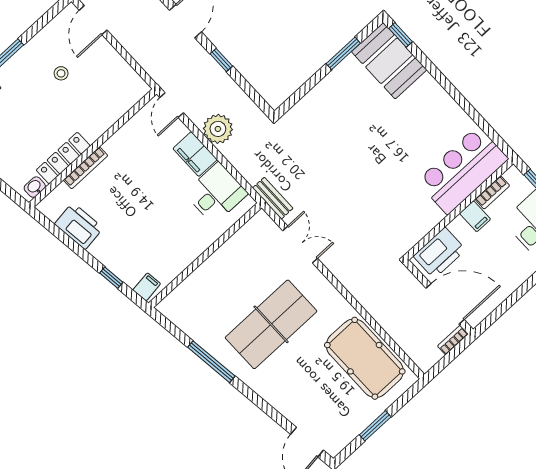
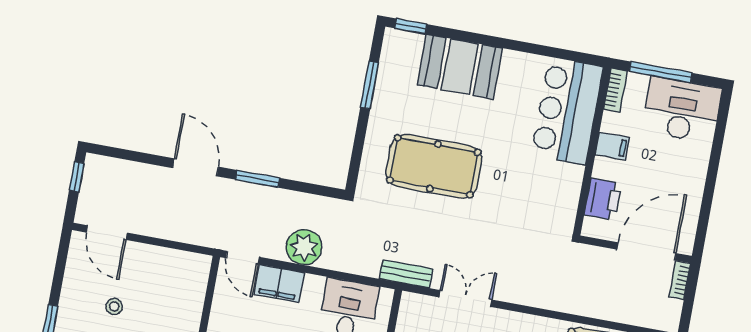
window: (221, 60) -> (258, 179), width x1.50
booth: (389, 61) -> (460, 67), moved
pool table: (346, 140) -> (434, 166), added
filing cabinet: (195, 154) -> (279, 284), moved
bookcase: (492, 192) -> (615, 90), moved
printer: (440, 253) -> (603, 199), width x0.73, depth x0.84

